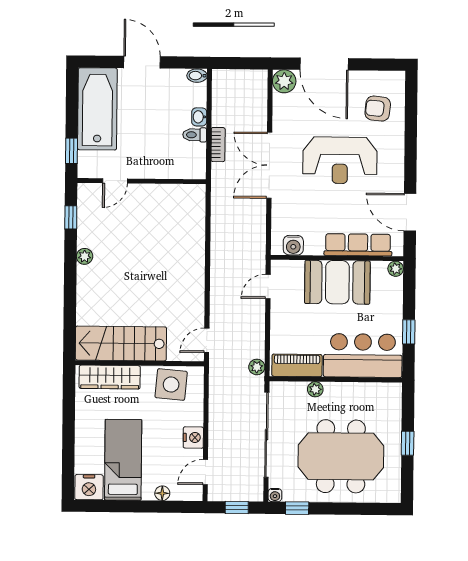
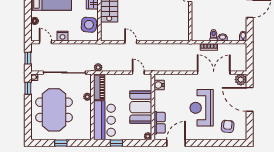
door: (324, 64) -> (250, 99), hinge flipped
double door: (269, 165) -> (214, 73), moved
row of seats: (358, 245) -> (160, 123), width x0.68
door: (207, 340) -> (131, 42), moved

